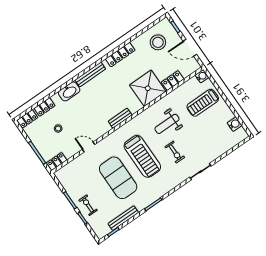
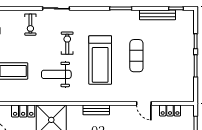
weight bench: (167, 124) -> (56, 74), turned 180
treadmill: (142, 156) -> (100, 60), turned 180
locker: (57, 161) -> (170, 110), moved
exercise mat: (118, 178) -> (136, 56), width x0.50, depth x0.69
exercise bike: (88, 205) -> (30, 25), moved

